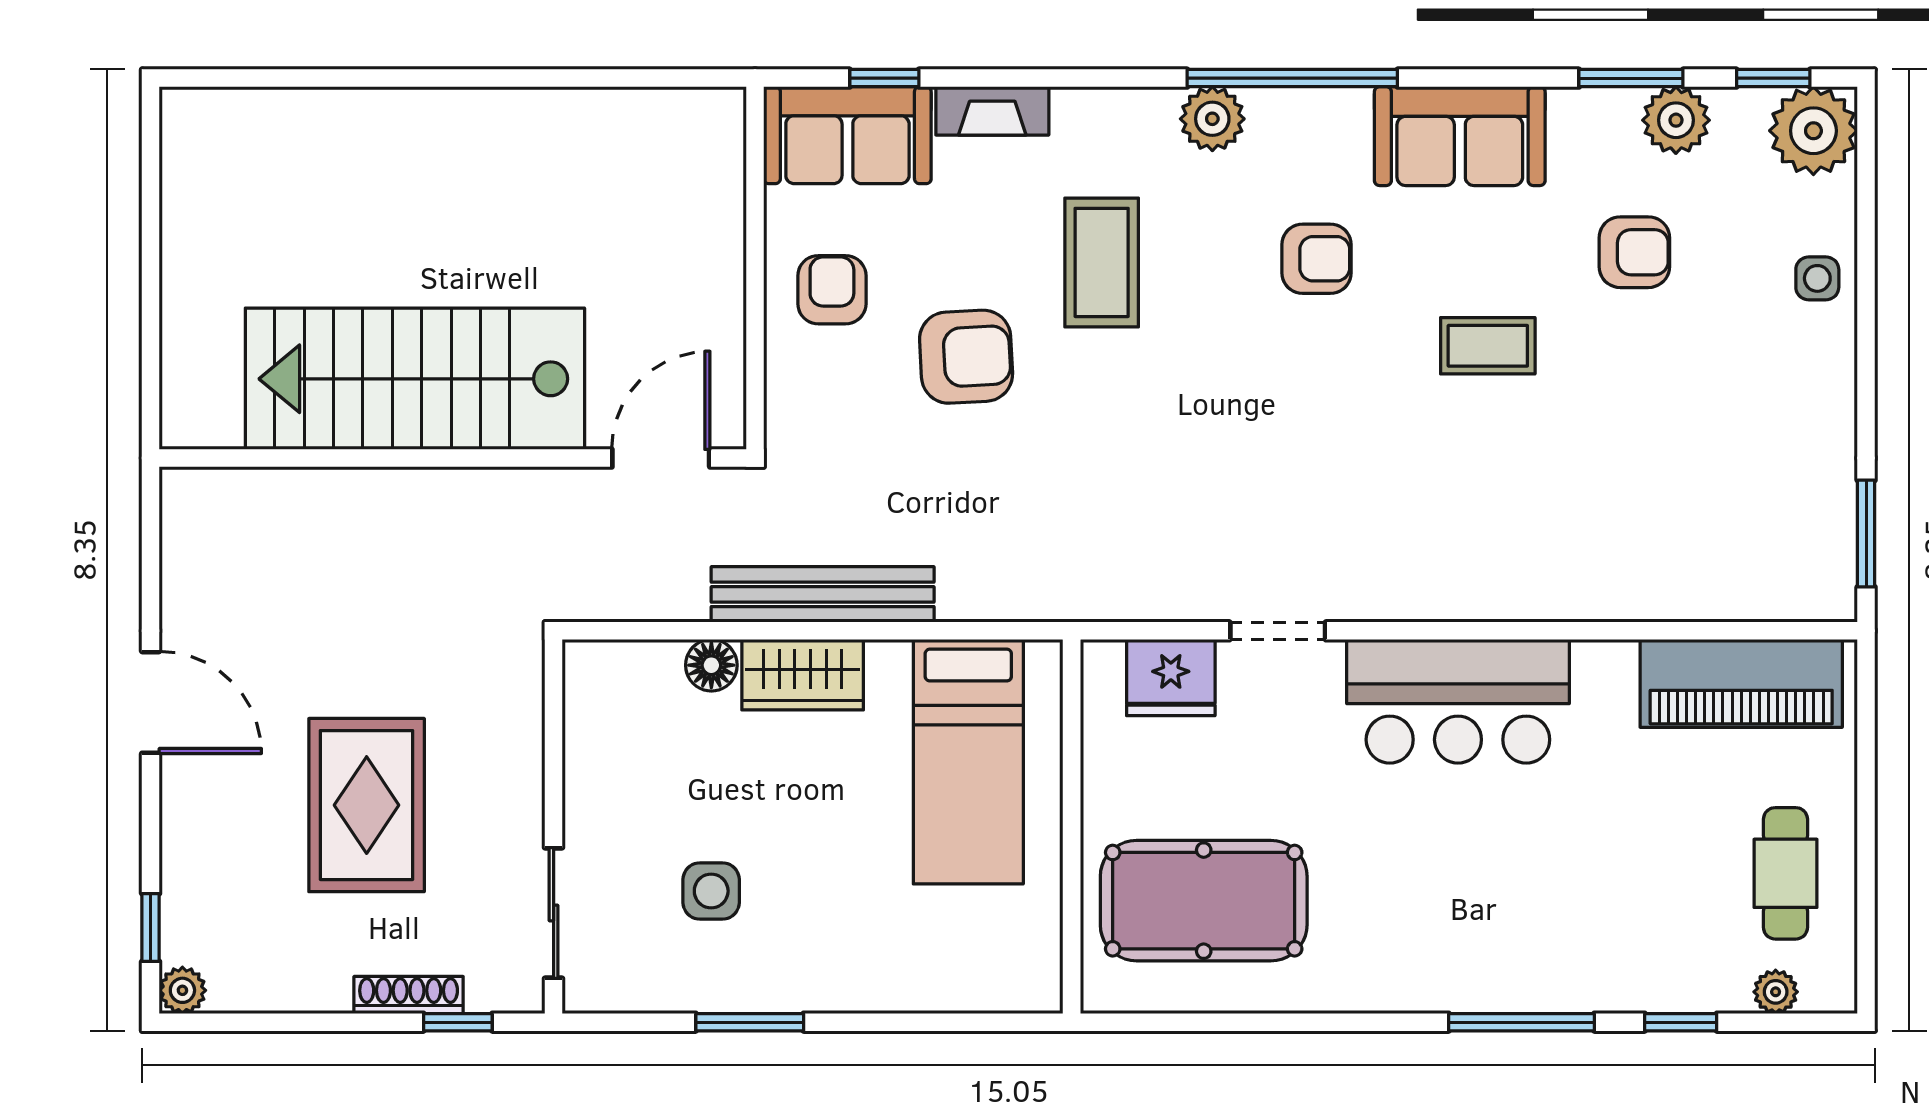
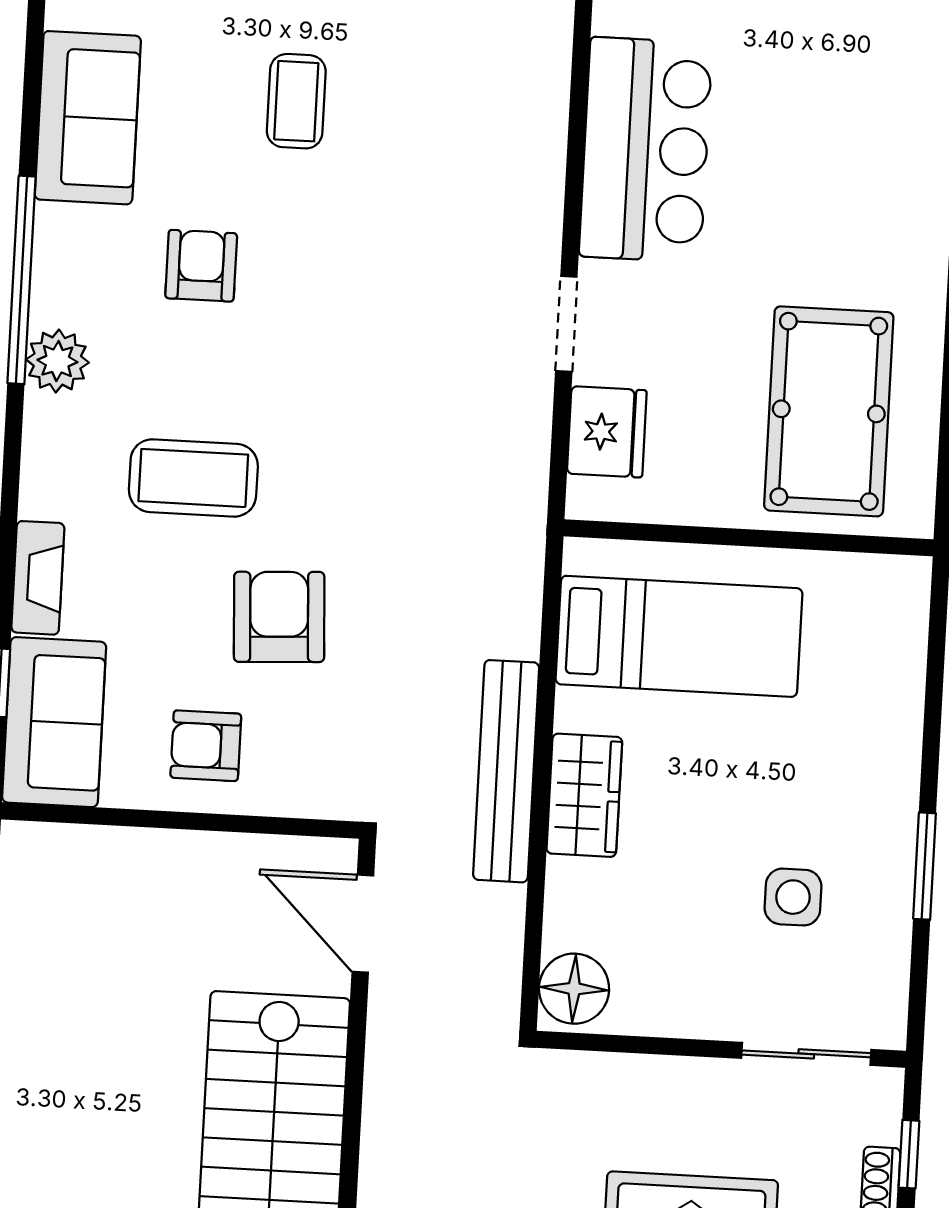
floor lamp: (711, 665) -> (574, 989), moved, width x1.38, depth x1.38

